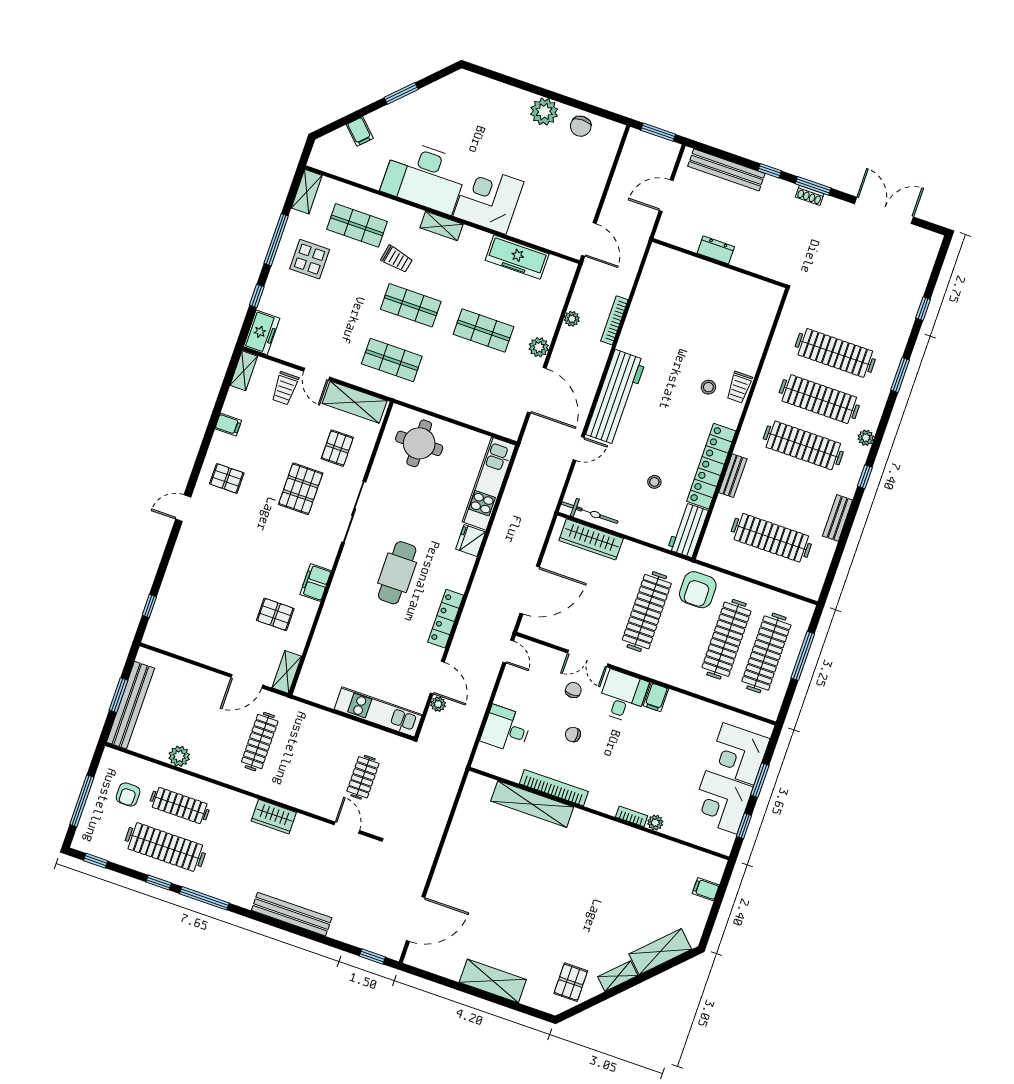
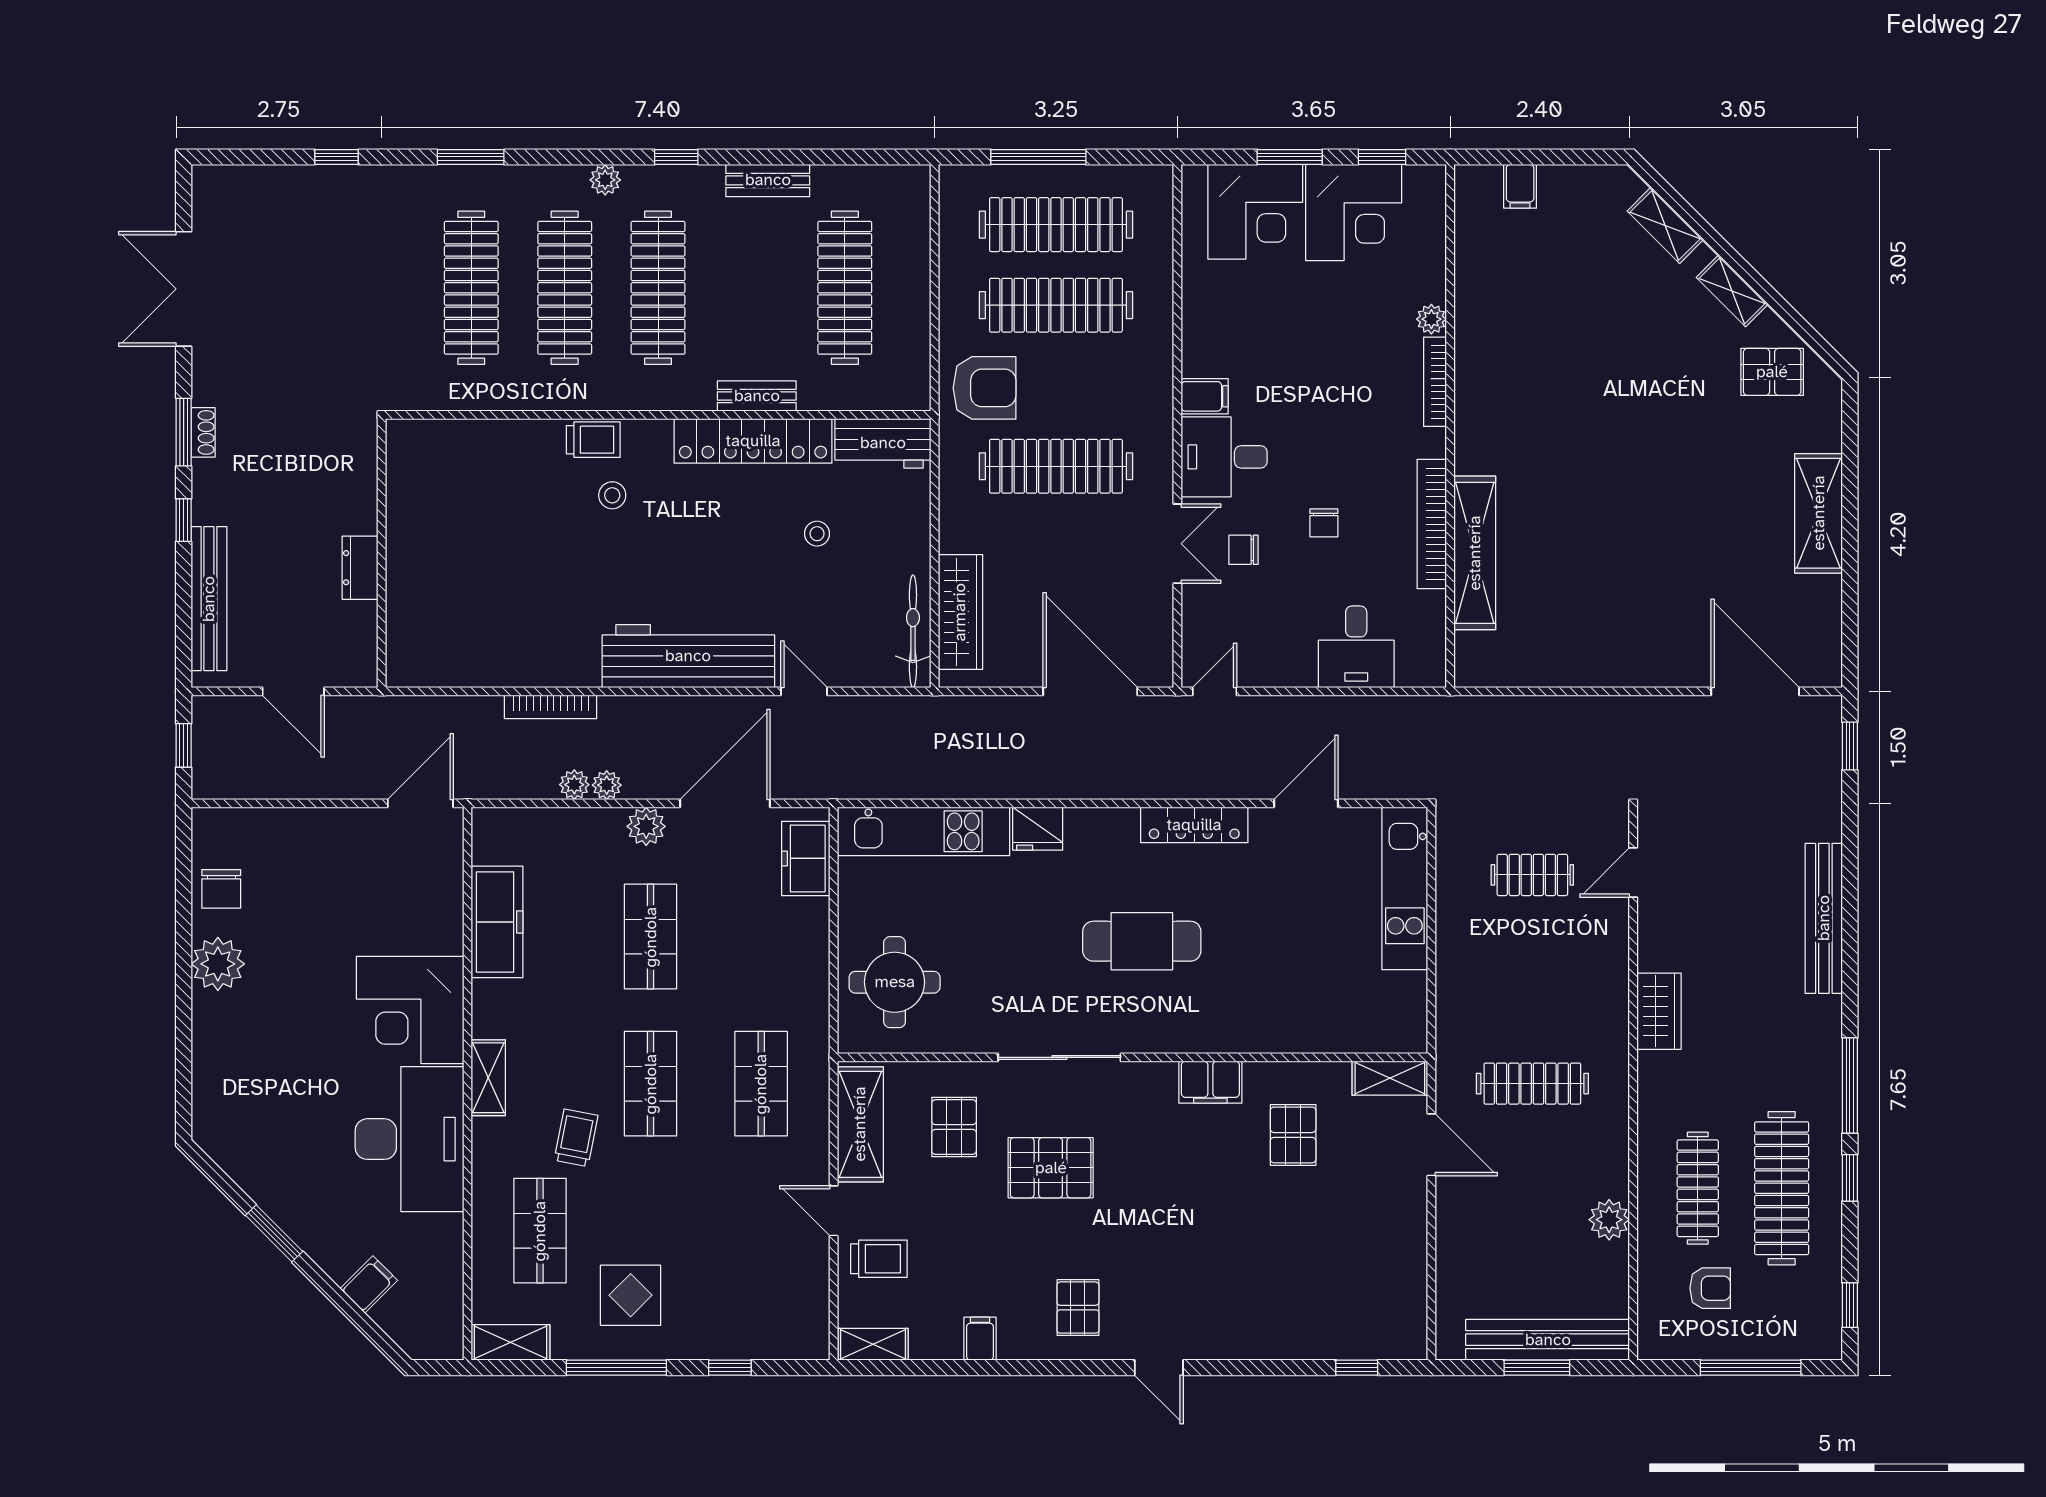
chair: (581, 126) -> (221, 889), turned 90
window: (658, 132) -> (184, 745), width x0.67
freezer: (262, 332) -> (806, 858), moved, turned -90
door: (317, 374) -> (834, 1211), swing flipped
pallet: (337, 448) -> (954, 1127), turned 90
plant: (438, 704) -> (607, 785), moved
bookcase: (632, 816) -> (1435, 382), width x1.56
shelving: (660, 952) -> (1665, 225), width x0.67, depth x0.75

